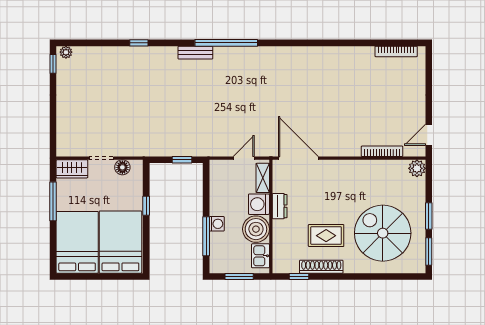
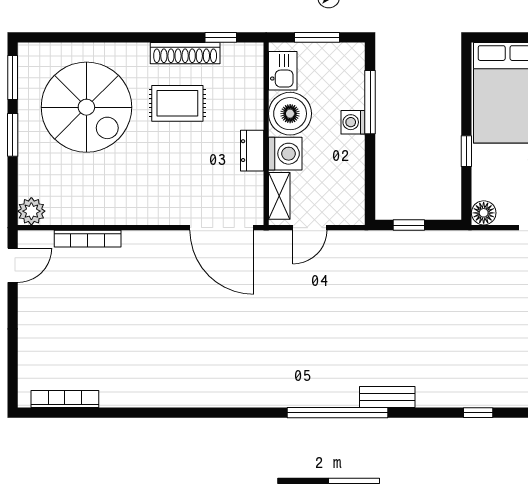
floor lamp: (122, 167) -> (484, 213), moved

